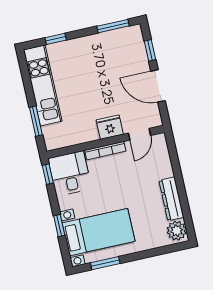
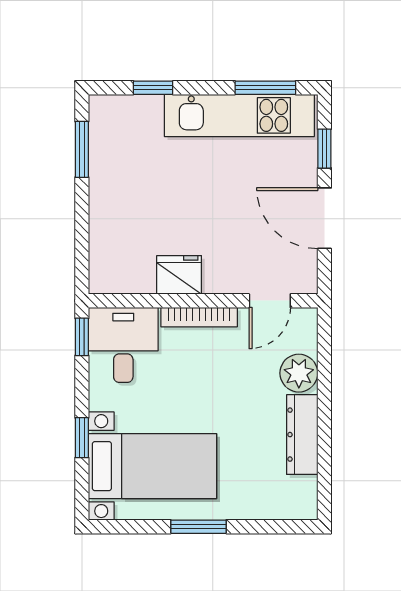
kitchen unit: (43, 85) -> (239, 115), moved, turned 90
window: (36, 121) -> (82, 149), moved
fridge: (110, 127) -> (179, 275), moved
plant: (177, 231) -> (299, 373), moved
window: (105, 263) -> (198, 527), moved

